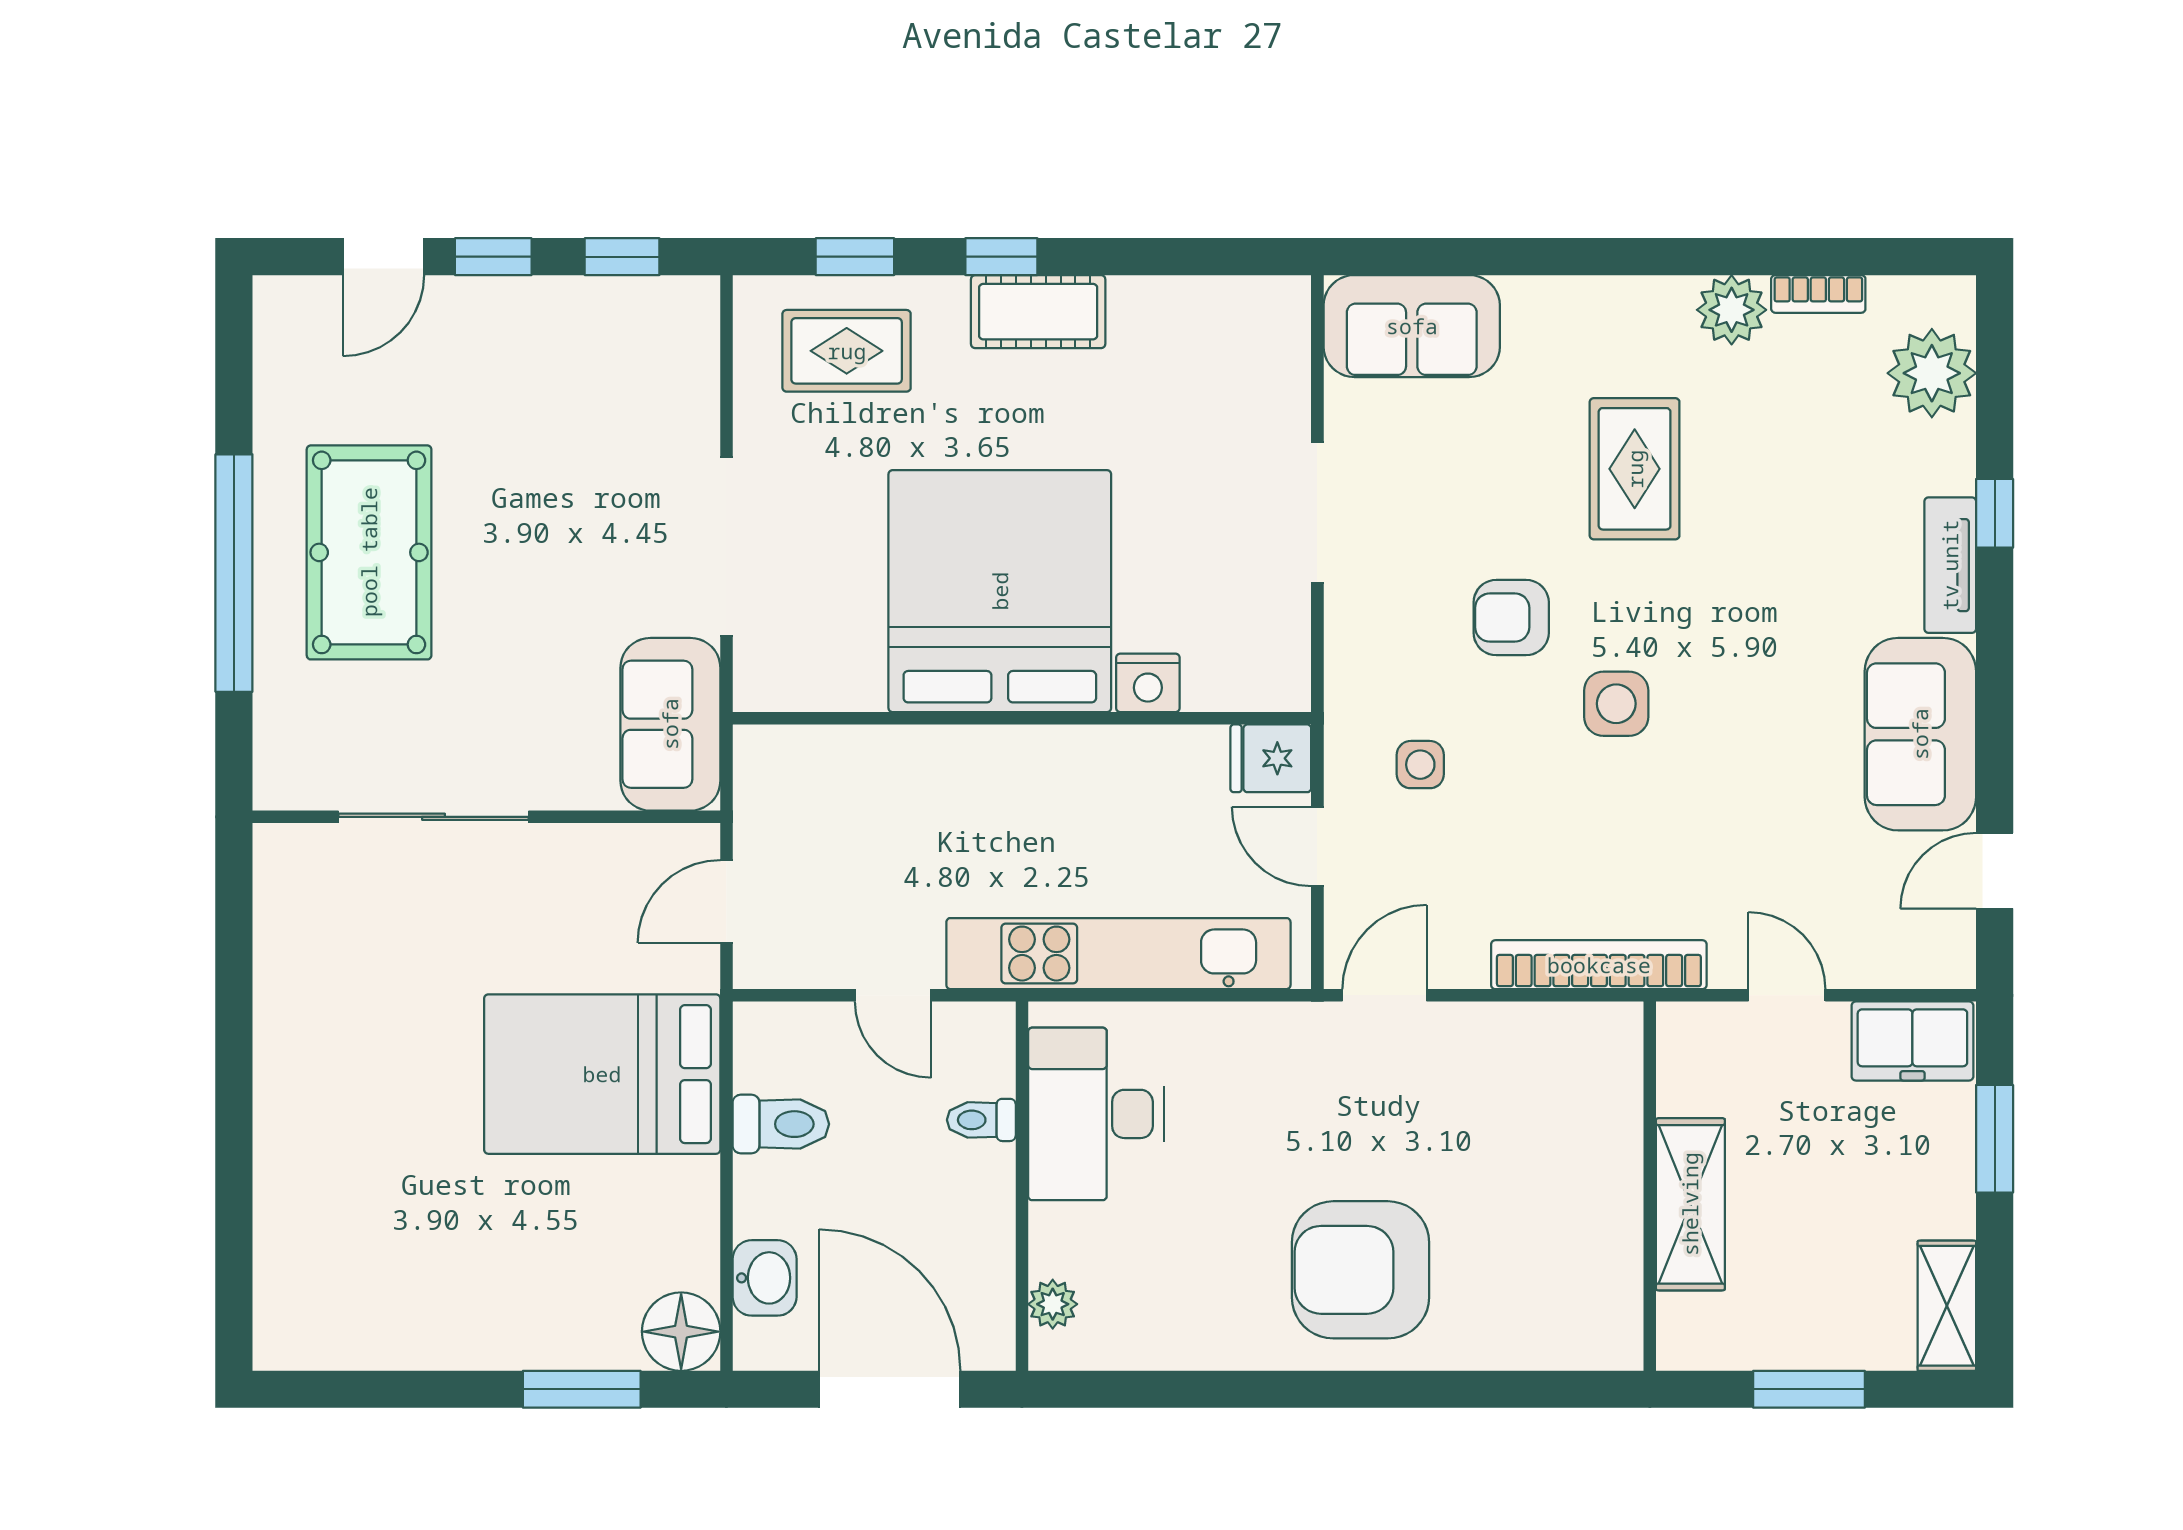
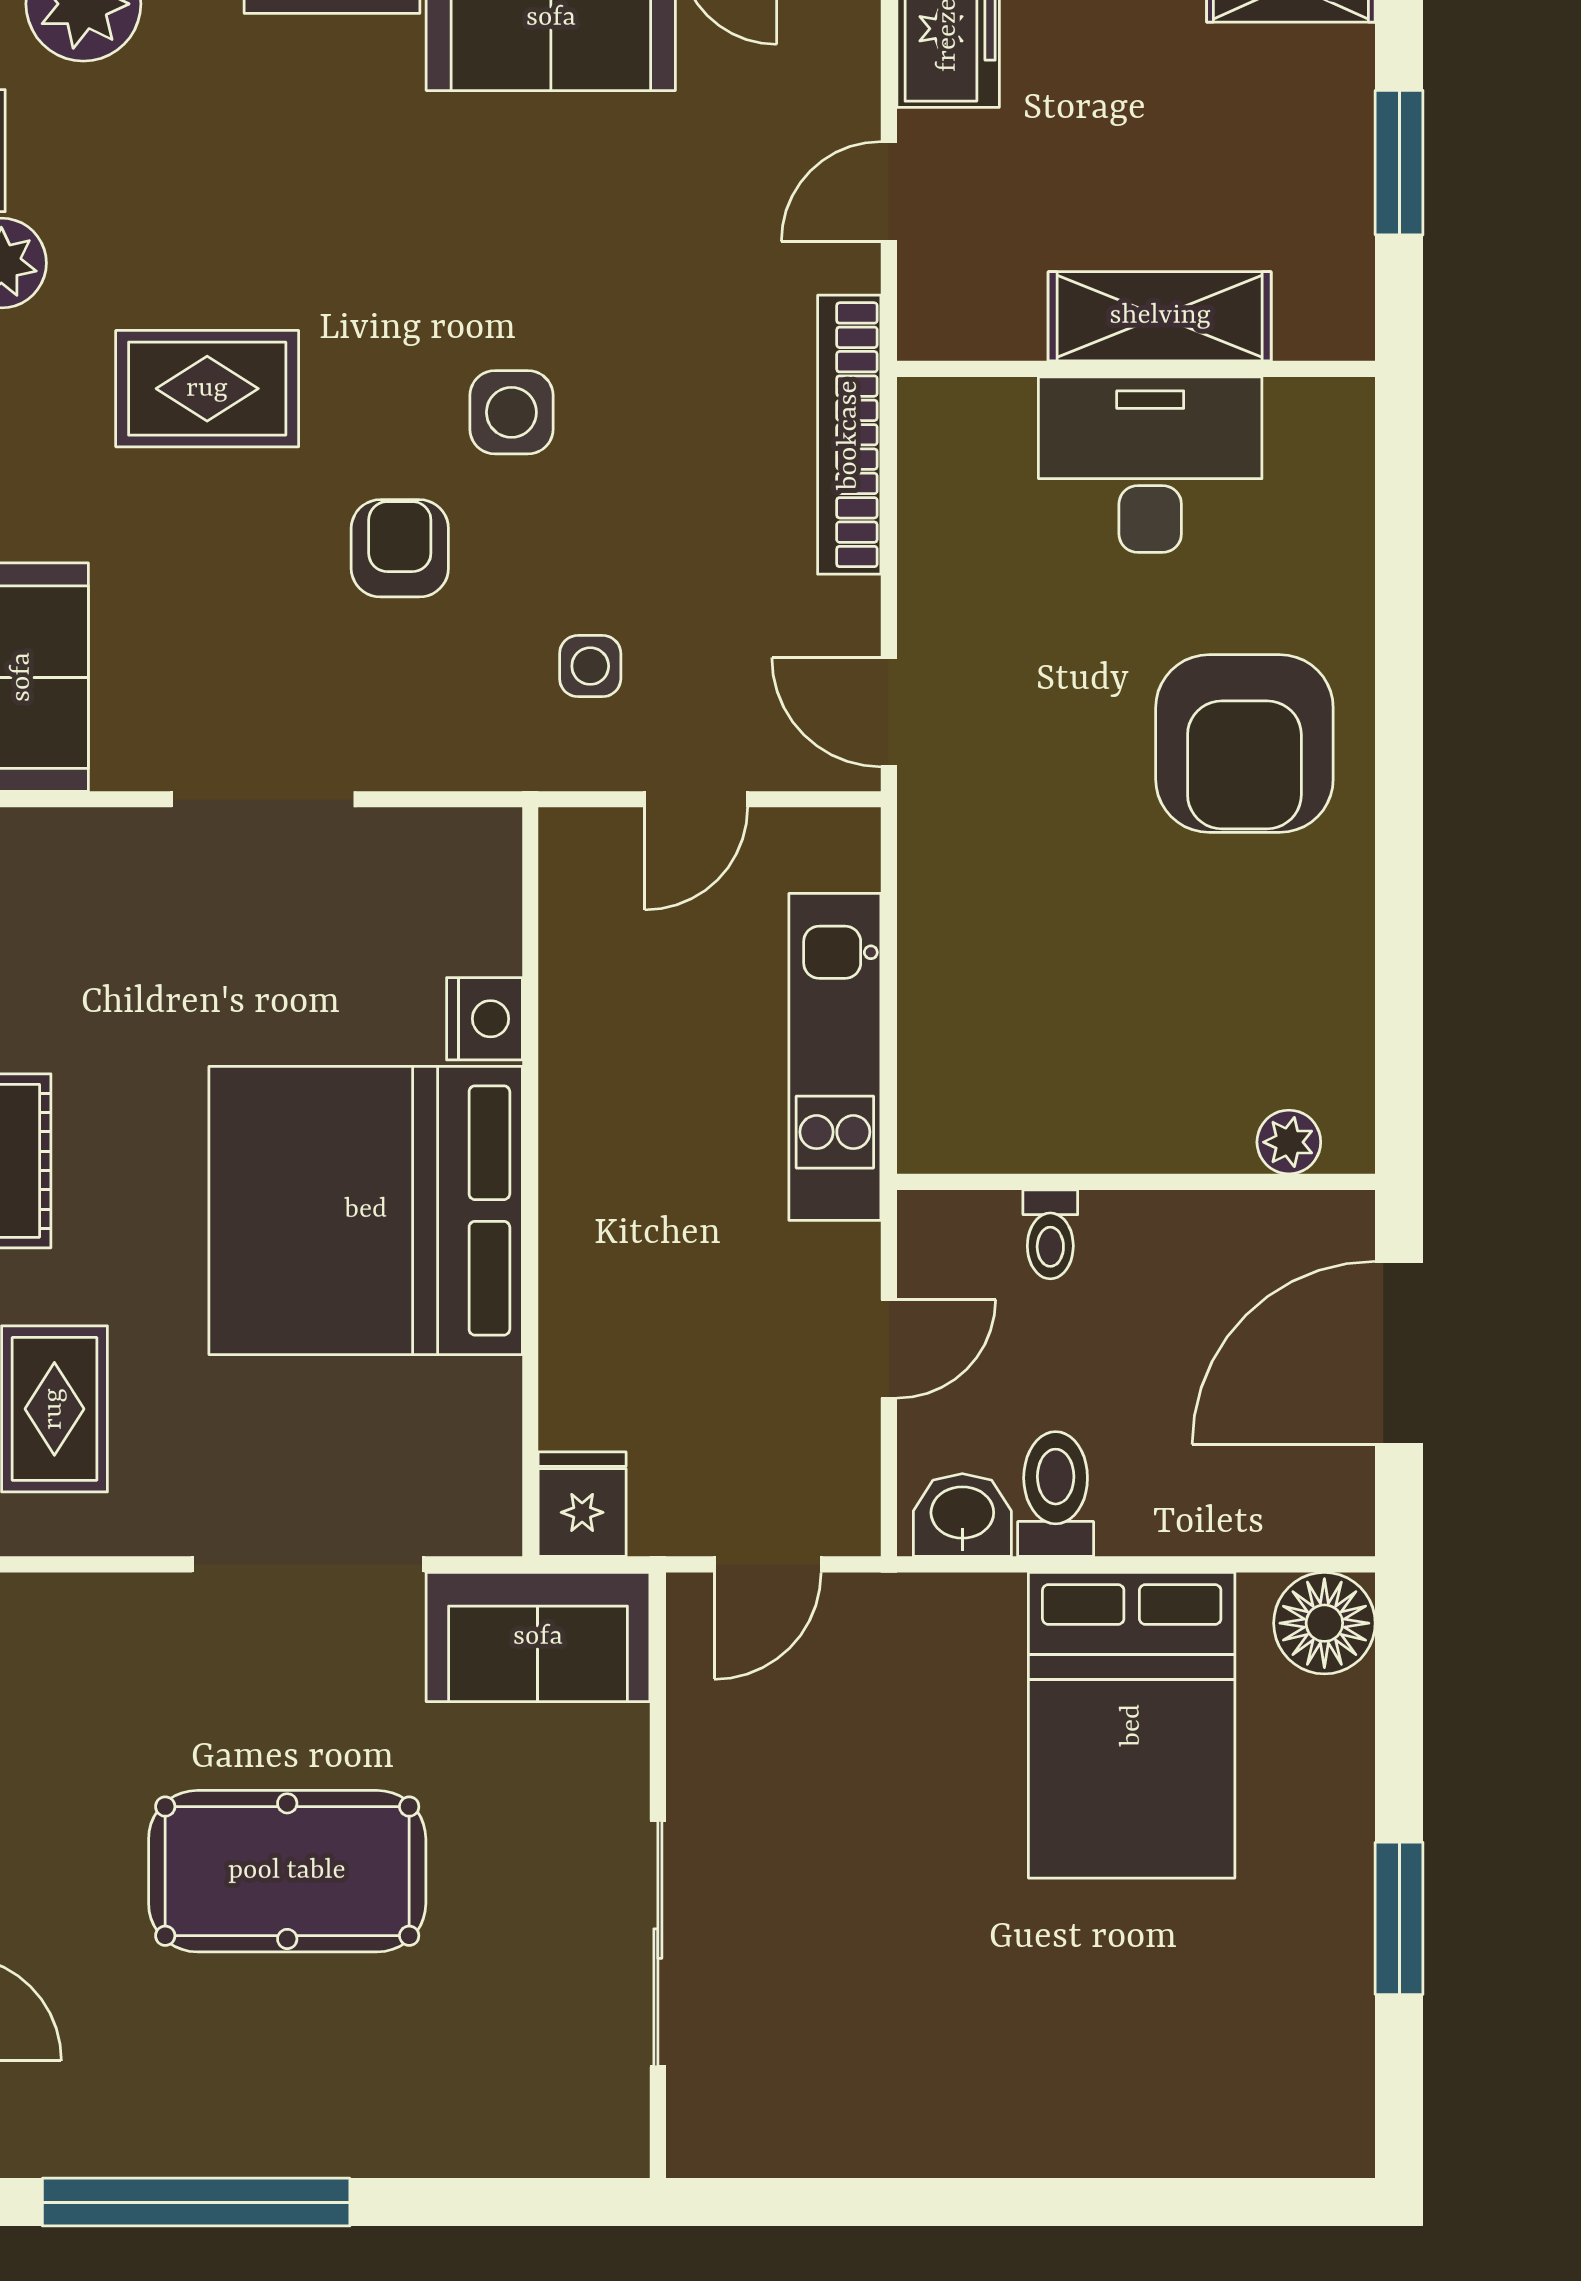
pool table: (369, 552) -> (287, 1871), moved
window: (234, 573) -> (196, 2202), moved
armchair: (1511, 618) -> (400, 548), turned 180
fridge: (1271, 758) -> (582, 1504), moved, turned 180
door: (726, 902) -> (768, 1564), hinge flipped
kitchen unit: (1118, 954) -> (835, 1057), width x0.73
bed: (602, 1074) -> (1132, 1725), moved
desk: (1096, 1114) -> (1150, 465), moved, turned 180
washbasin: (765, 1278) -> (962, 1515), moved
window: (582, 1389) -> (1399, 1918), moved

